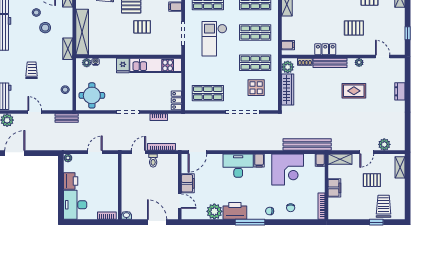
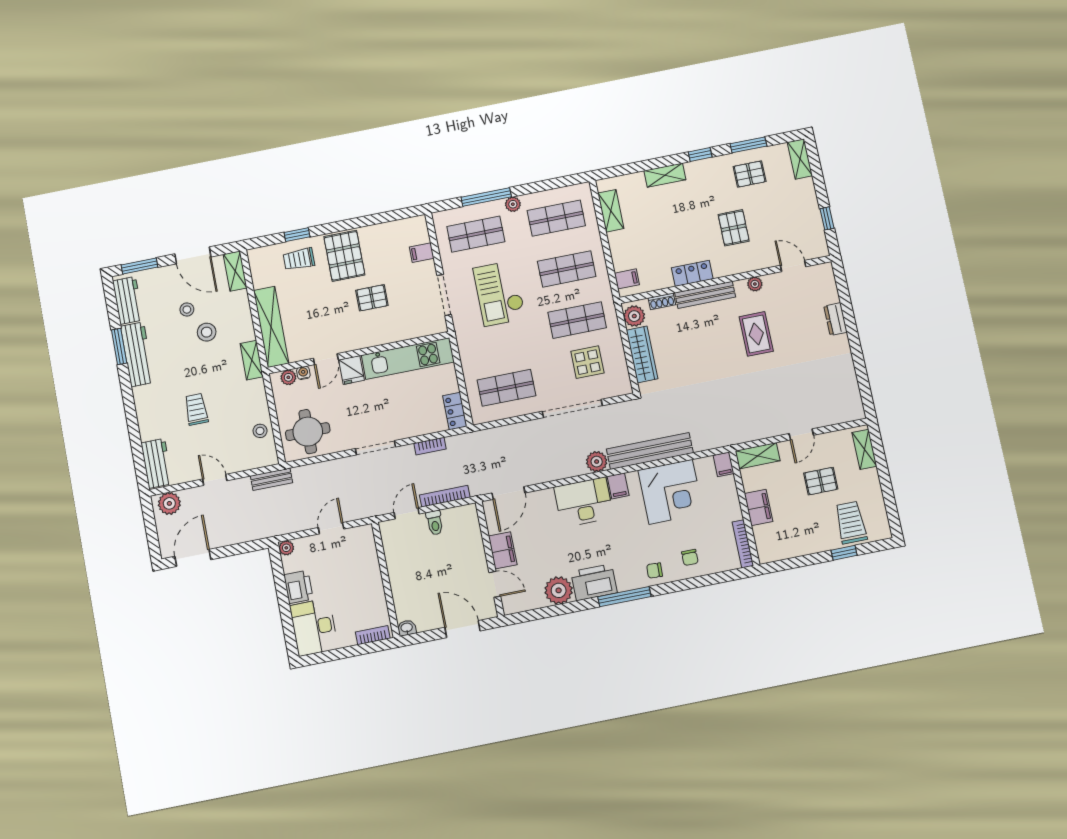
pallet: (354, 28) -> (734, 228), turned 90
door: (110, 57) -> (326, 359), added
rug: (354, 91) -> (756, 334), turned 90
bench: (307, 144) -> (650, 451), moved
plant: (384, 144) -> (597, 462), moved

